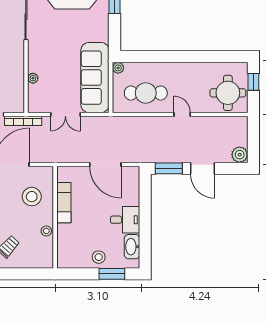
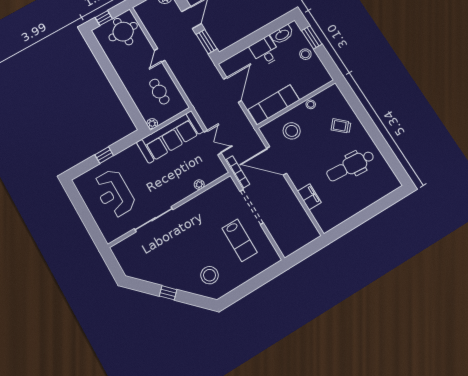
cafe table: (146, 93) -> (159, 92), width x0.73, depth x0.74
exam couch: (64, 203) -> (274, 105), width x1.36, depth x1.45

